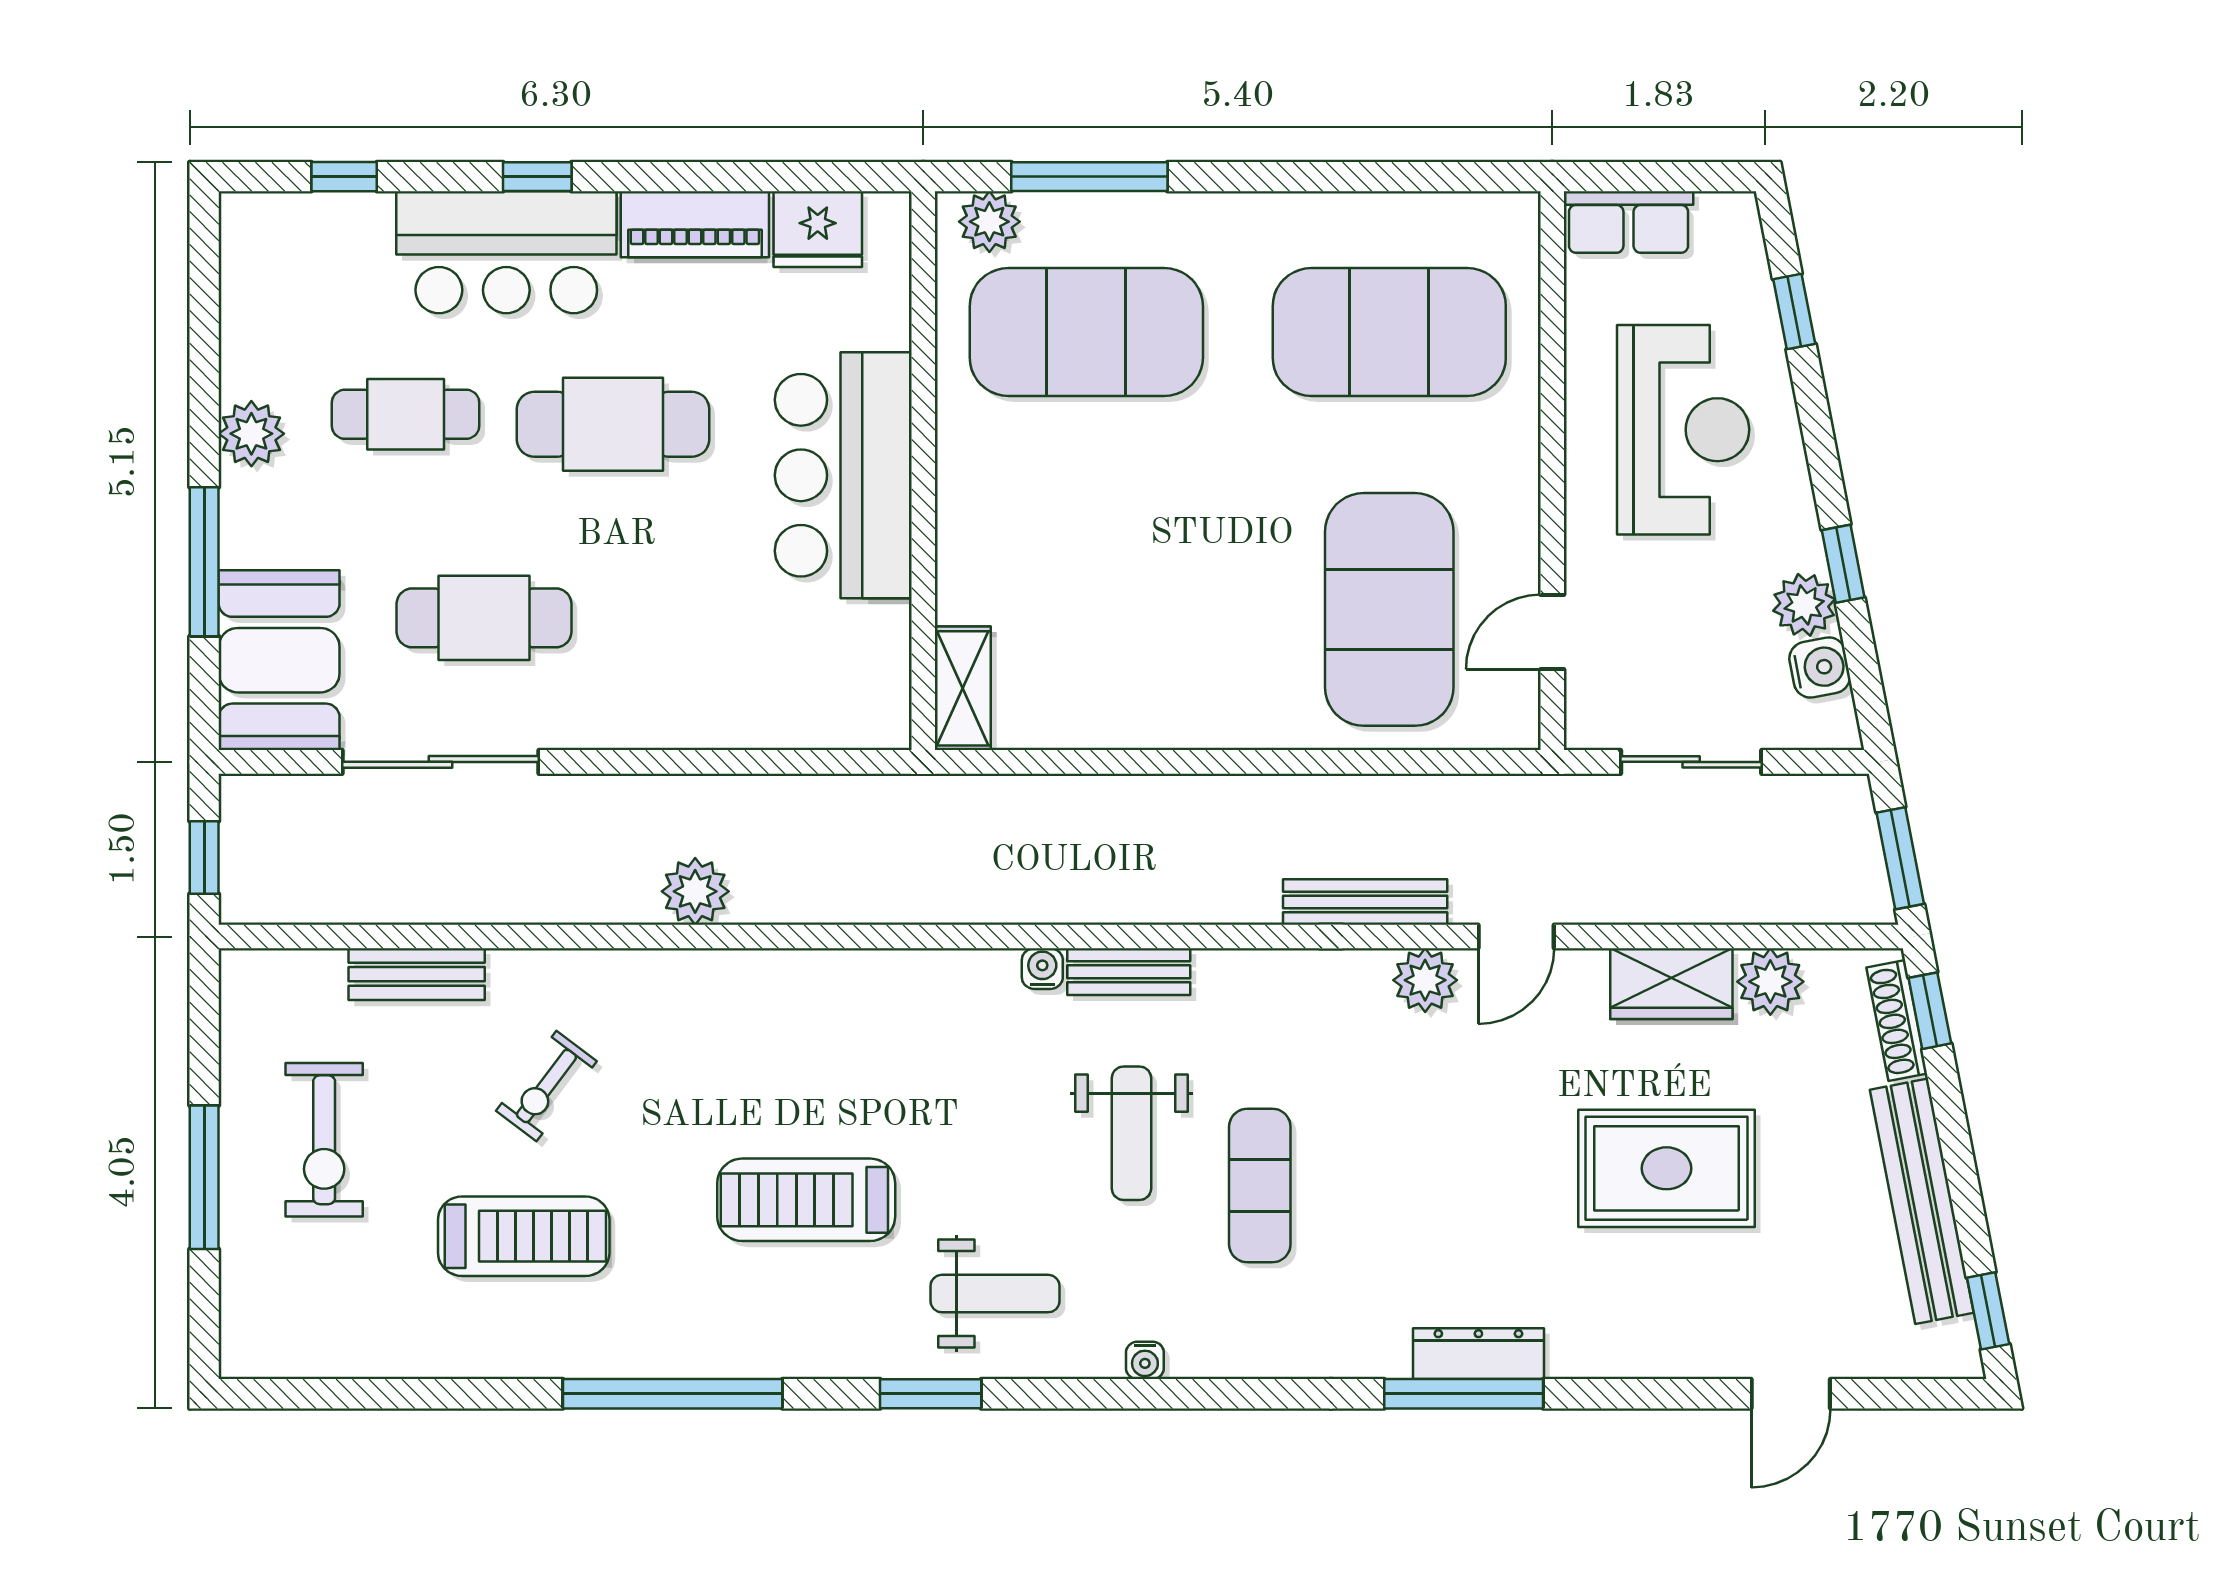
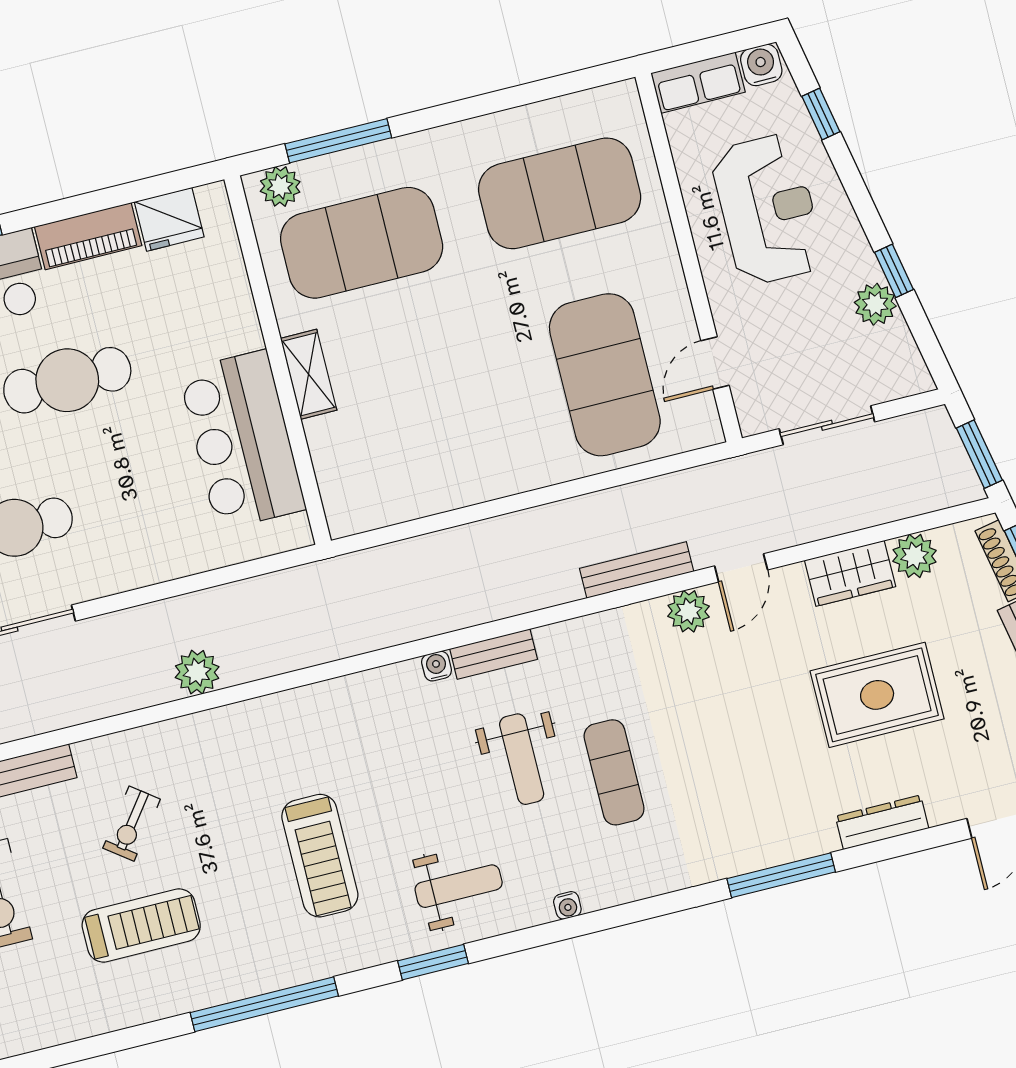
bar counter: (843, 475) -> (242, 440), moved
water cooler: (1820, 668) -> (761, 65), moved, turned -79
shelving: (963, 688) -> (309, 374), moved
treadmill: (806, 1200) -> (320, 856), turned -90
dresser: (1478, 1354) -> (882, 822), moved

